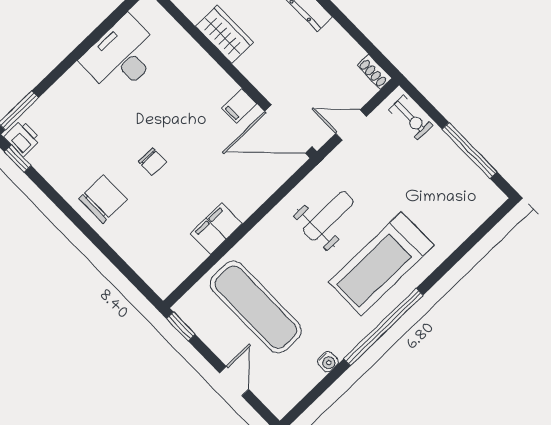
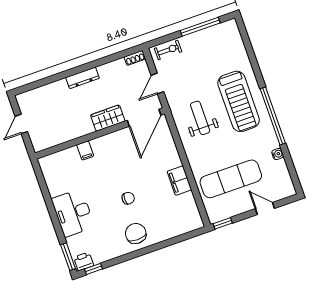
wardrobe: (224, 34) -> (108, 118), moved
desk: (122, 56) -> (73, 213), moved
filing cabinet: (239, 106) -> (85, 150), moved

